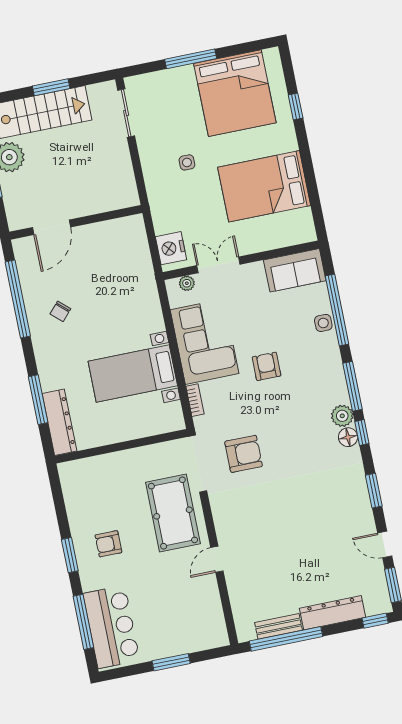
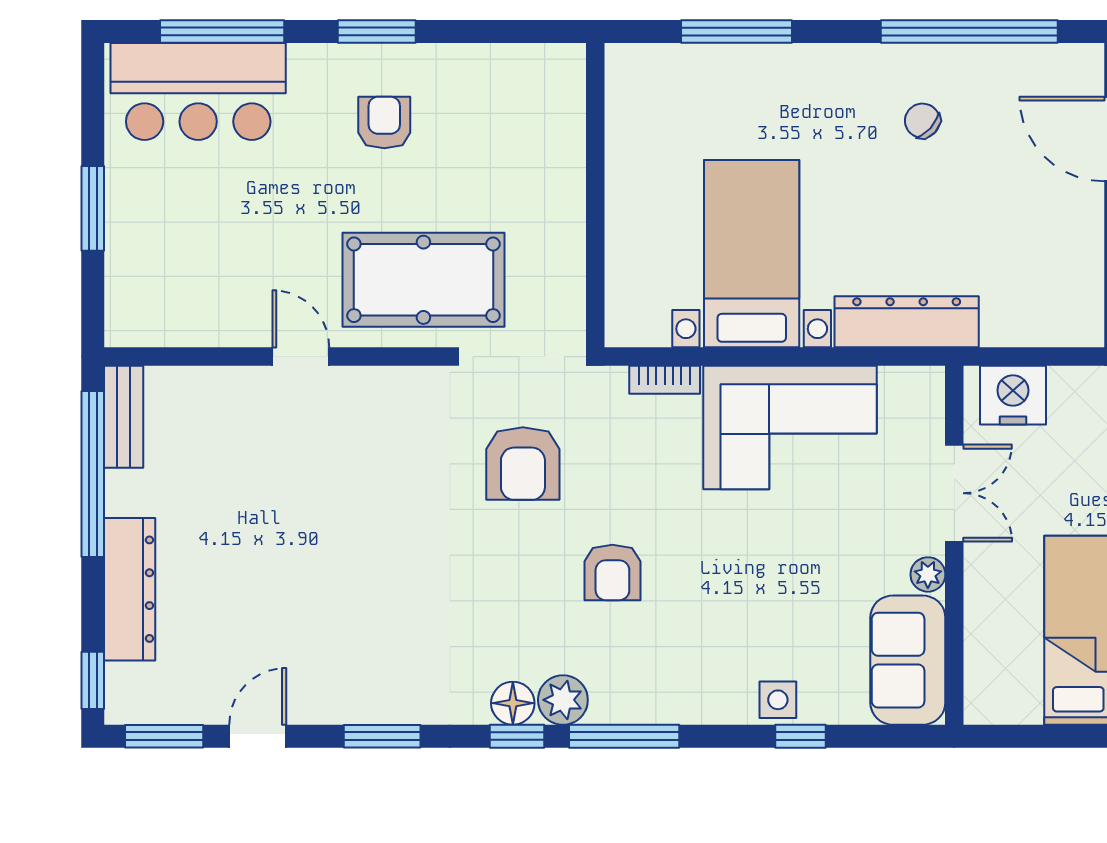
plant: (187, 283) -> (928, 574), moved
window: (337, 310) -> (800, 736), width x0.32
armchair: (267, 366) -> (612, 572), moved, turned 90
dresser: (59, 422) -> (907, 322), moved, turned 180
bench: (278, 626) -> (124, 417), moved

